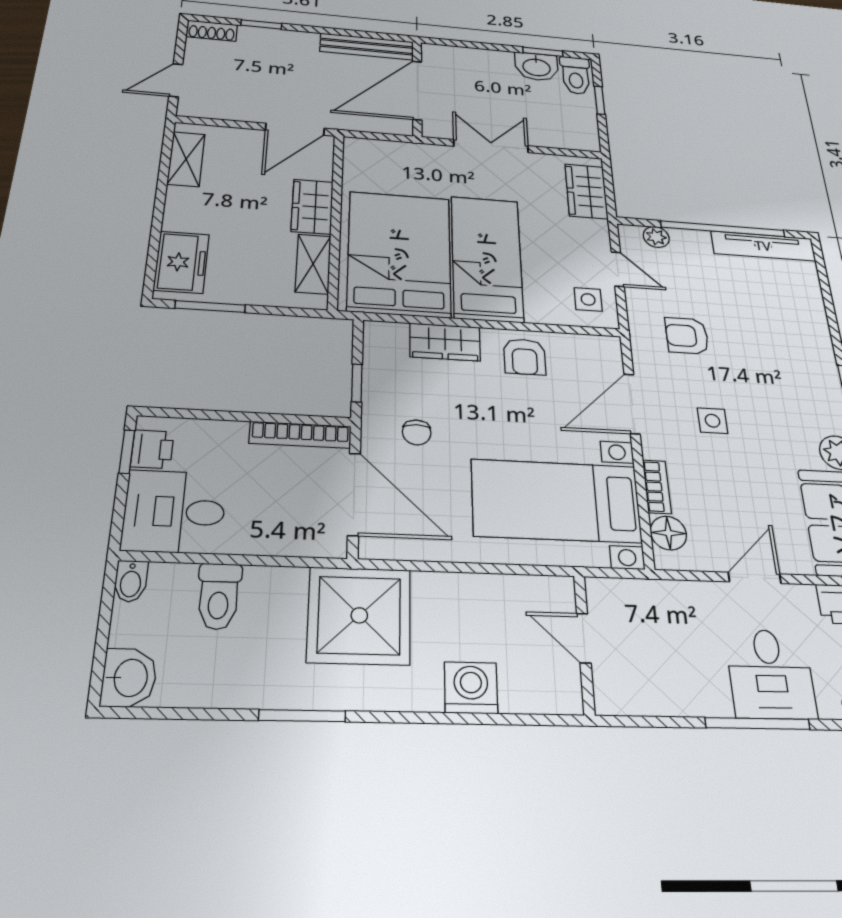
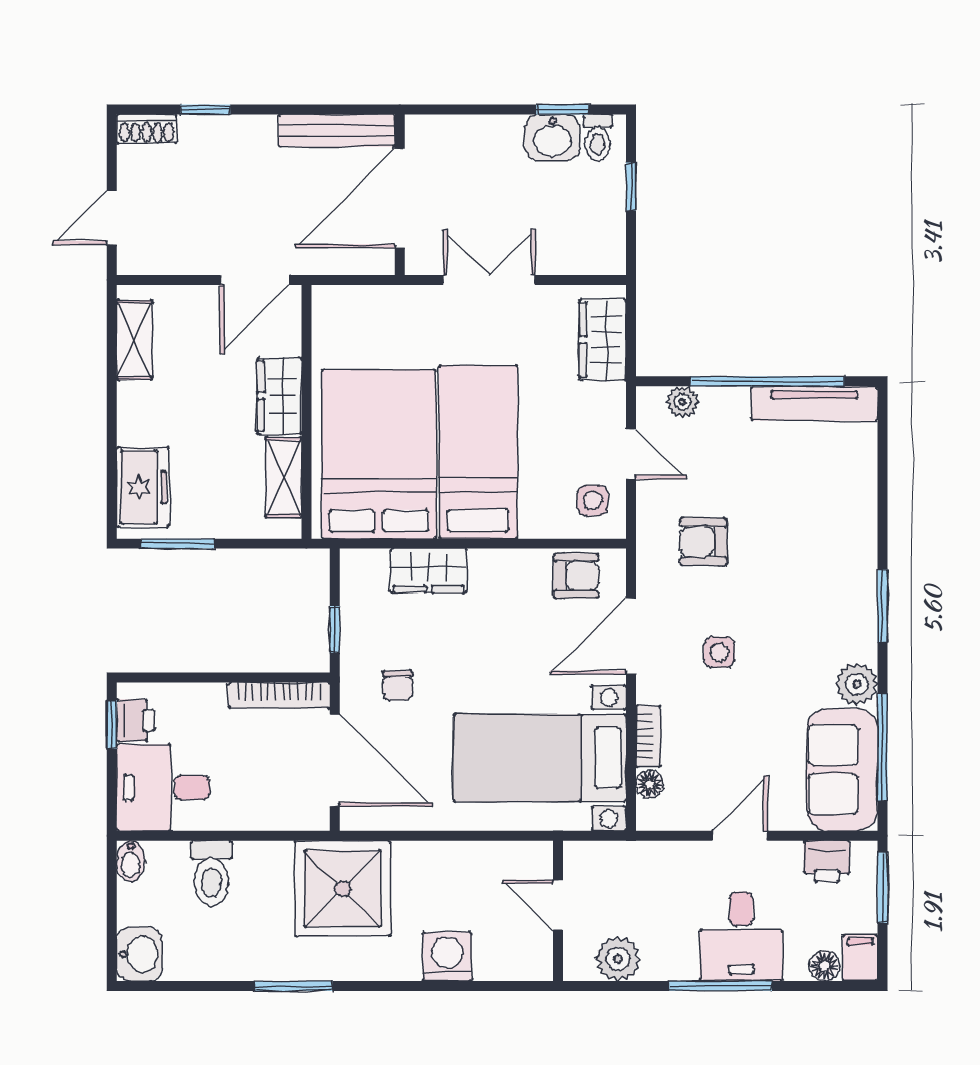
toilet: (576, 75) -> (598, 138), width x0.73, depth x0.72
armchair: (525, 357) -> (576, 576), moved, turned -90
floor lamp: (668, 533) -> (650, 784), width x0.73, depth x0.73
plant: (650, 694) -> (618, 959), added

